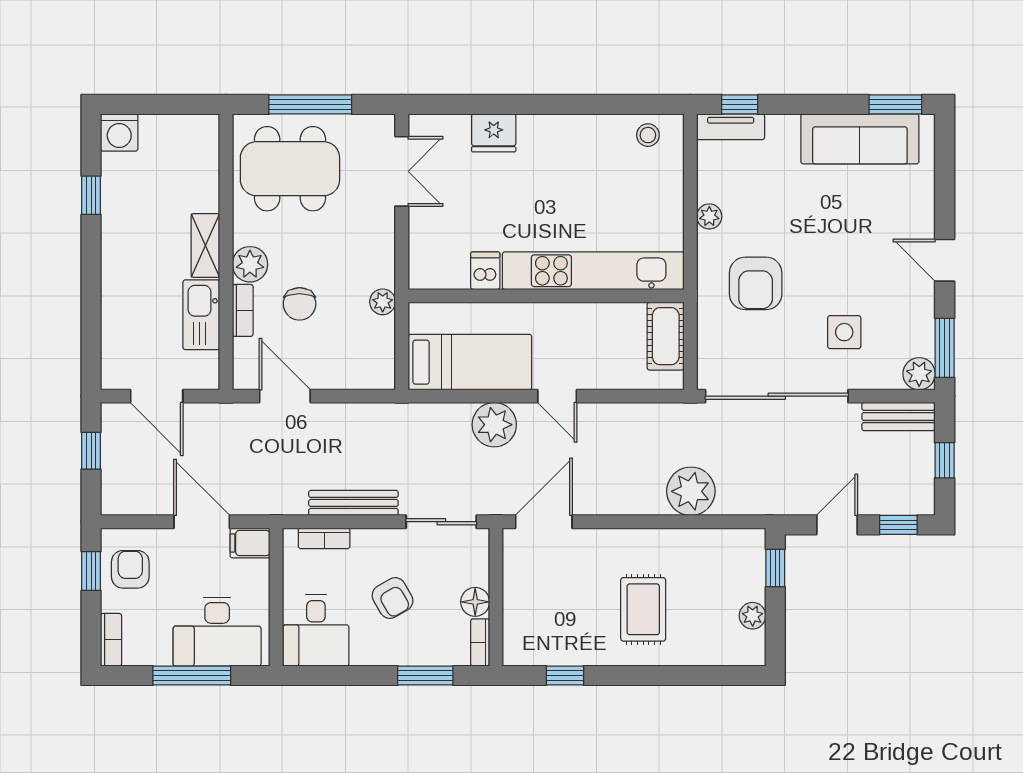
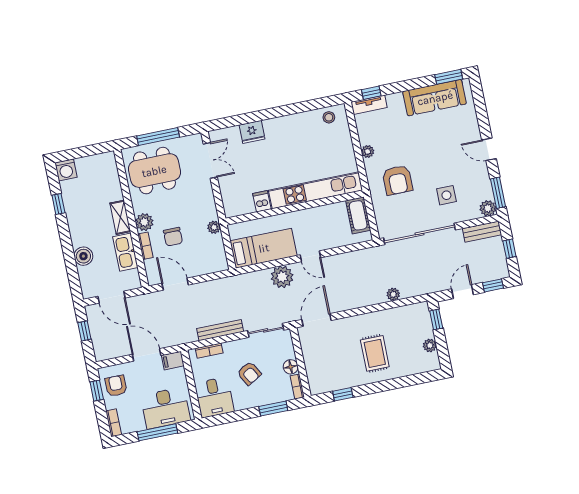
boiler: (119, 306) -> (83, 256), added
plant: (691, 491) -> (393, 294), width x0.53, depth x0.53

